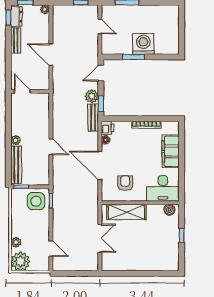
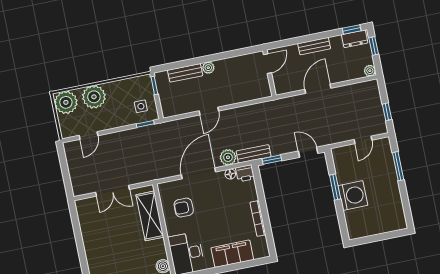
bench: (16, 40) -> (314, 46), moved
plant: (92, 96) -> (228, 157), moved
bench: (16, 165) -> (185, 73), width x0.73
armchair: (125, 183) -> (184, 208), turned 180
side table: (36, 201) -> (141, 106), width x0.54, depth x0.54
plant: (16, 242) -> (94, 97), width x1.88, depth x1.88

